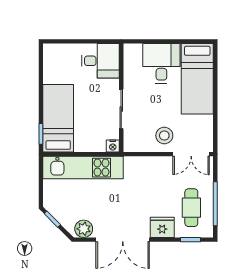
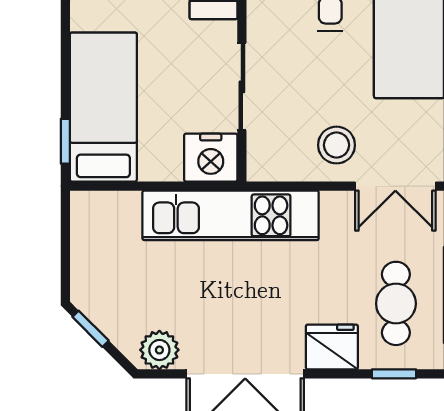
nightstand: (113, 146) -> (211, 158), width x1.89, depth x1.79
kitchen unit: (83, 168) -> (231, 215), moved

